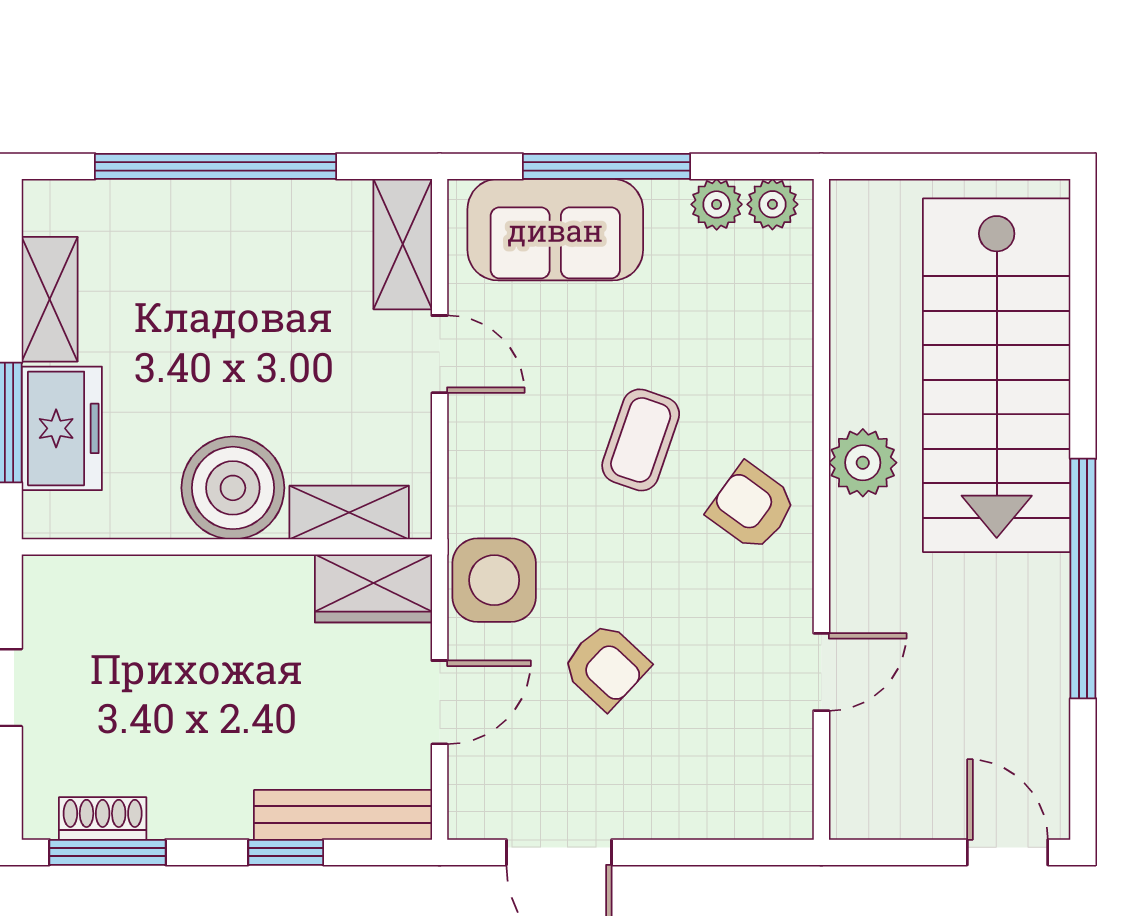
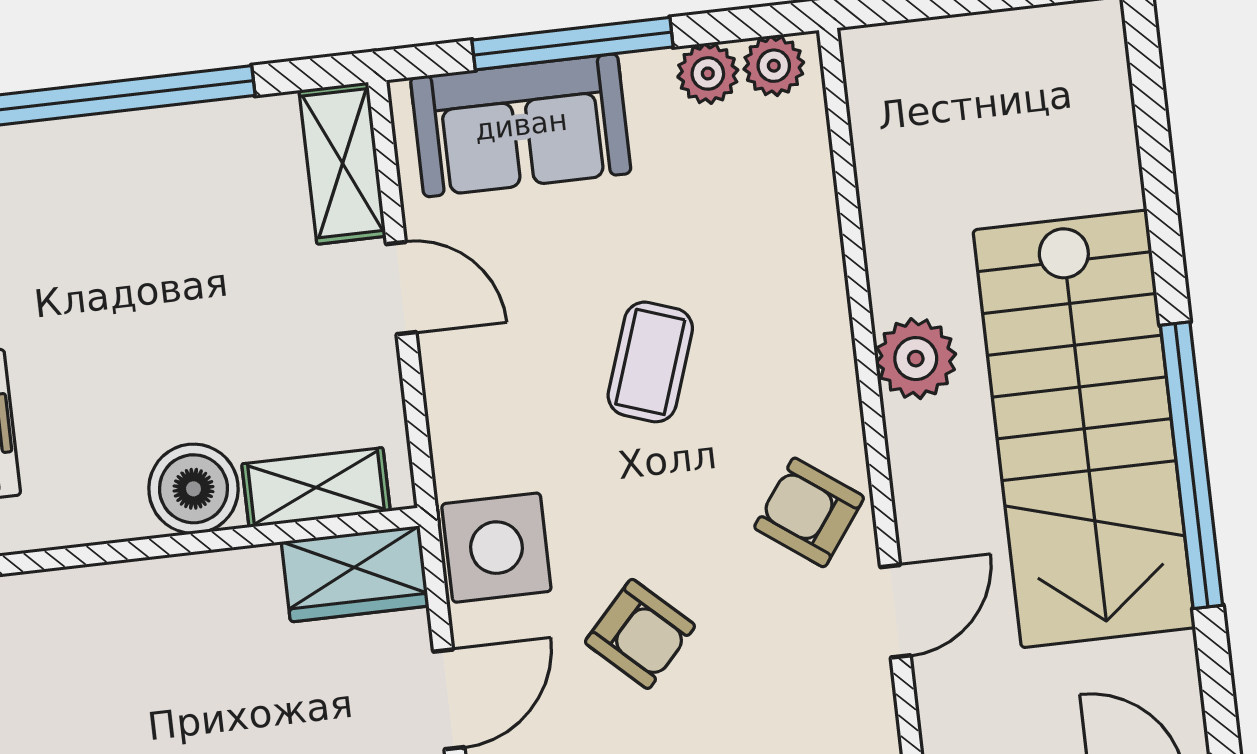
stairs: (997, 375) -> (1084, 429), moved
boiler: (233, 488) -> (194, 489), width x0.73, depth x0.73
armchair: (752, 507) -> (809, 512), moved

